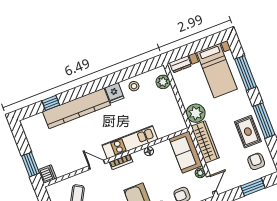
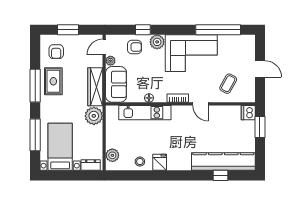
kitchen counter: (76, 108) -> (223, 162), moved
kitchen unit: (130, 142) -> (145, 113), moved

